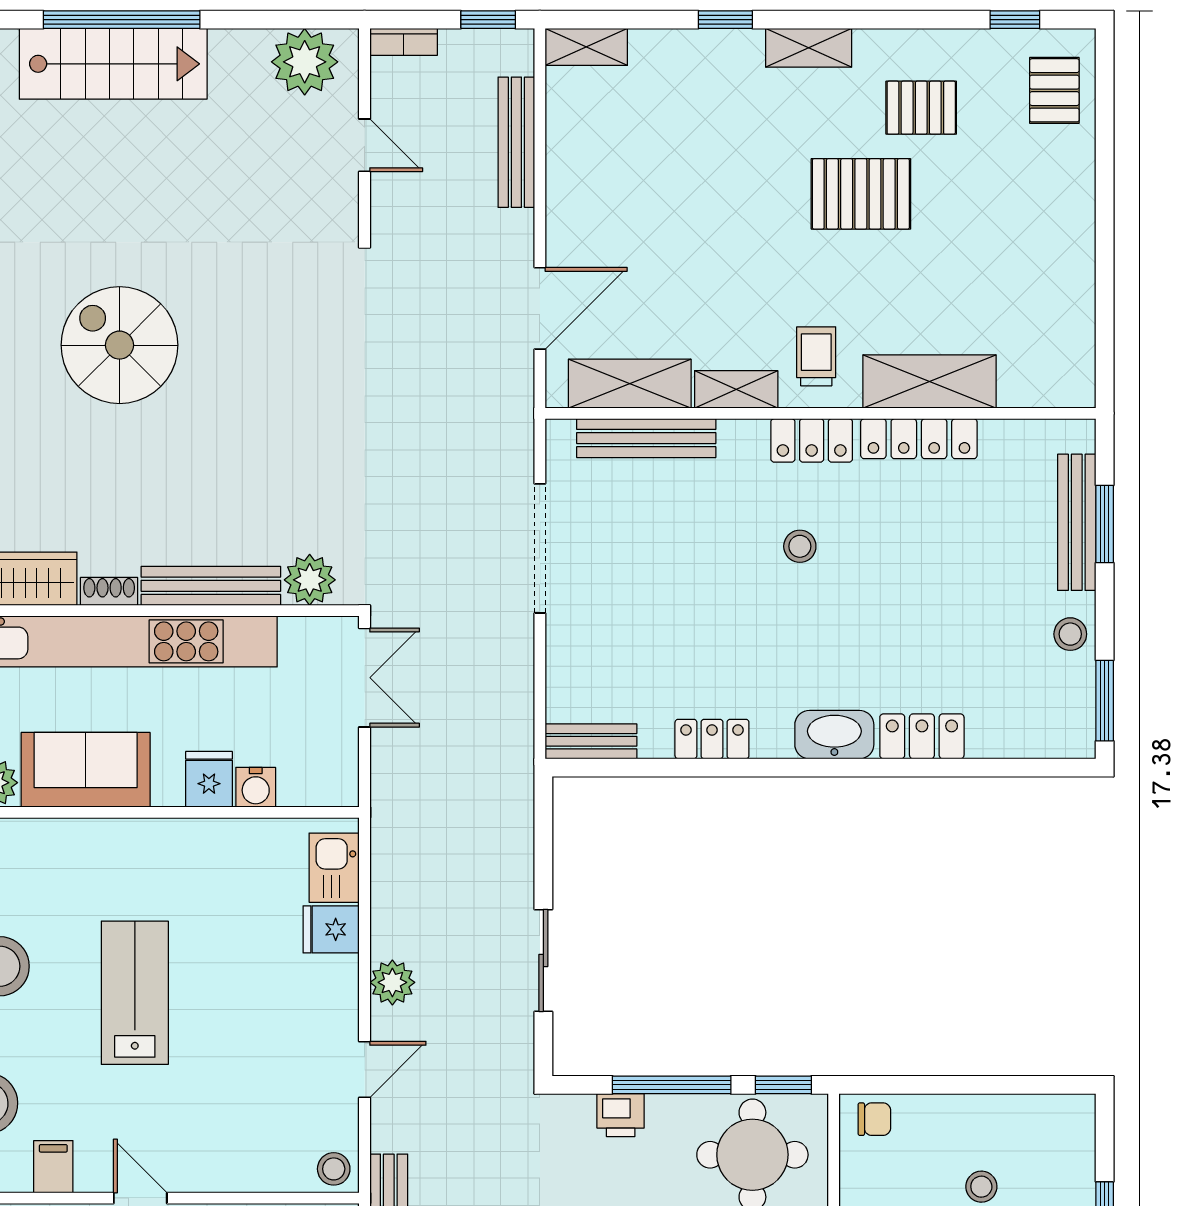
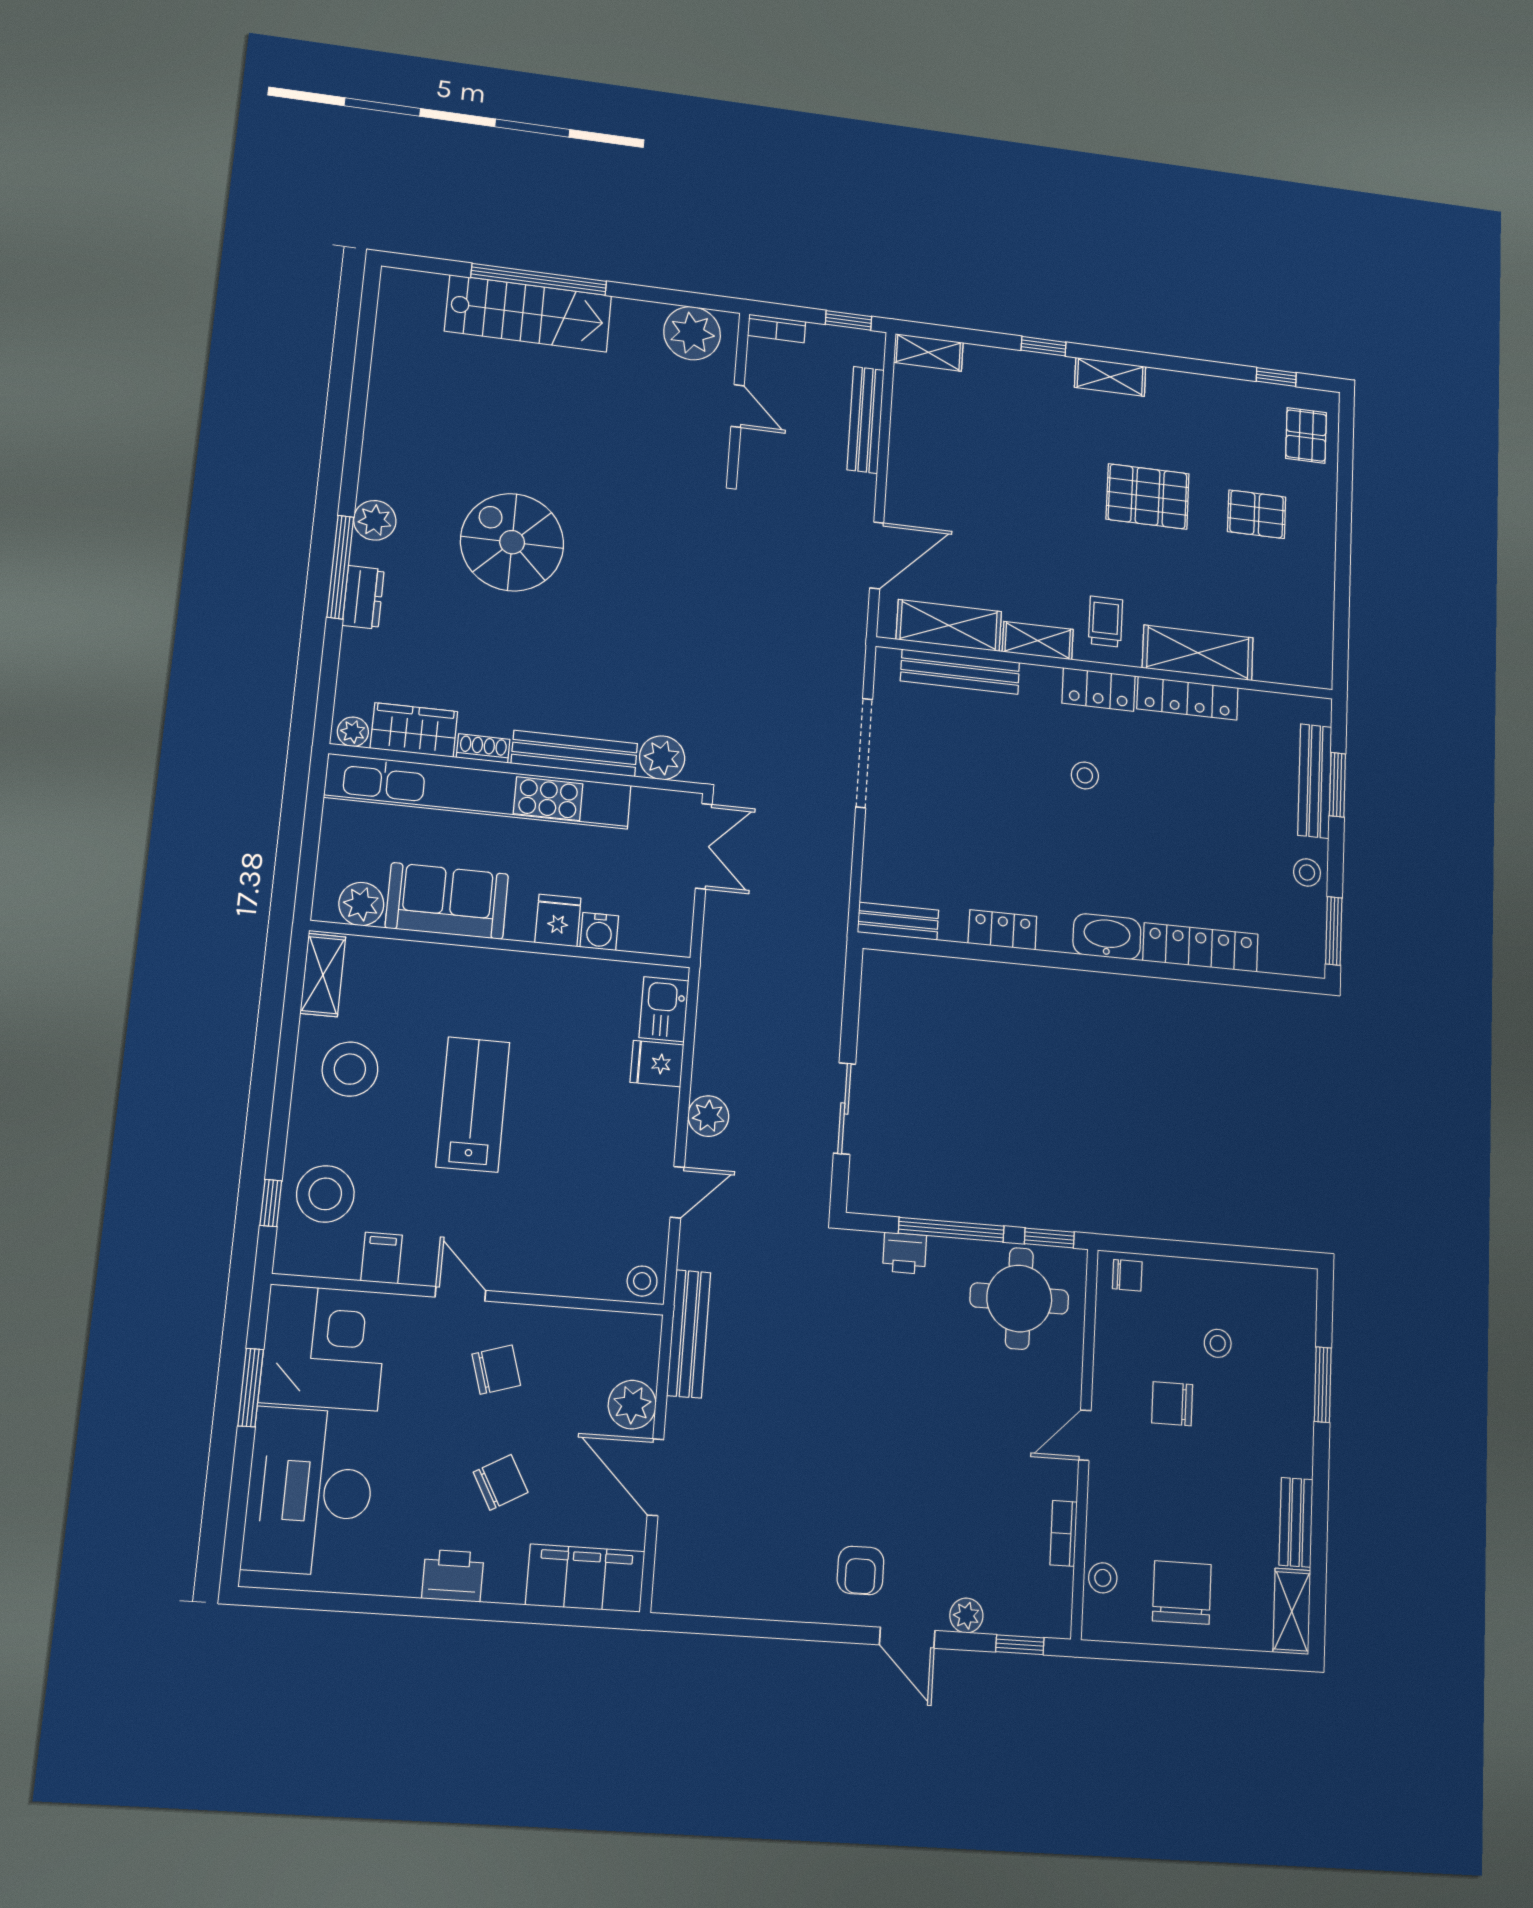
pallet: (921, 108) -> (1257, 514), moved
locker: (922, 736) -> (1200, 947), width x1.53

